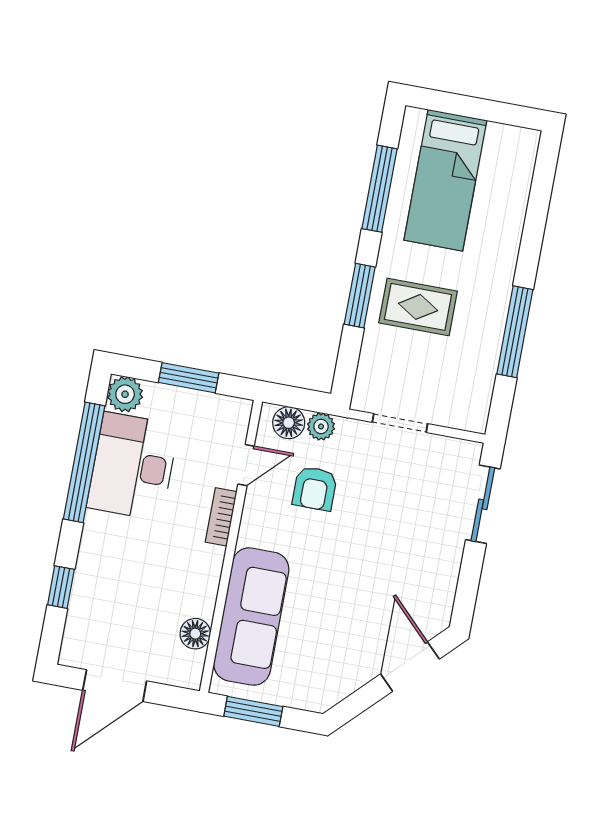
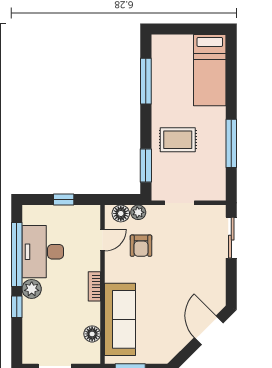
bed: (445, 180) -> (210, 70), moved
window: (360, 296) -> (146, 166), moved
window: (189, 378) -> (64, 200), width x0.67
plant: (125, 394) -> (32, 289), moved
bookcase: (221, 517) -> (94, 286), moved
window: (61, 587) -> (17, 307), moved

